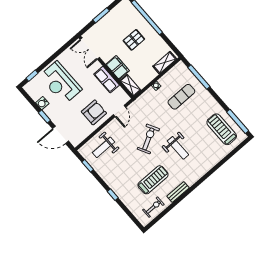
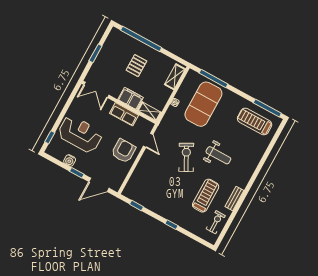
reception desk: (61, 83) -> (80, 134), turned 180
exercise mat: (181, 97) -> (203, 104), width x2.00, depth x1.45
weight bench: (104, 147) -> (145, 182), removed

